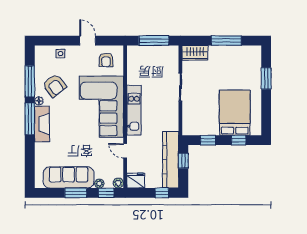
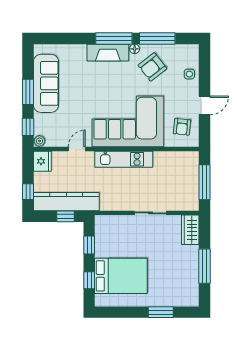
armchair: (106, 60) -> (182, 127), turned -84
plant: (99, 184) -> (39, 119), removed

